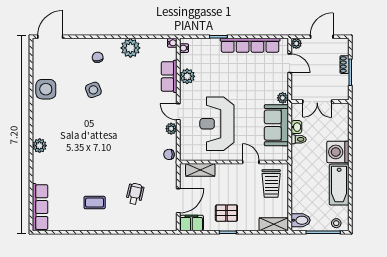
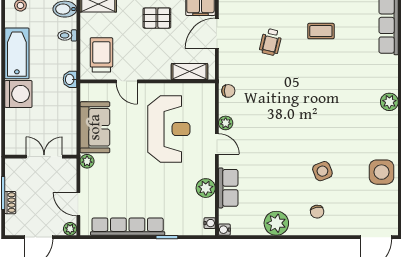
washbasin: (296, 127) -> (70, 79), moved
toilet: (299, 139) -> (67, 35), moved

